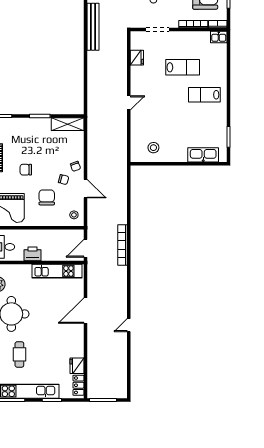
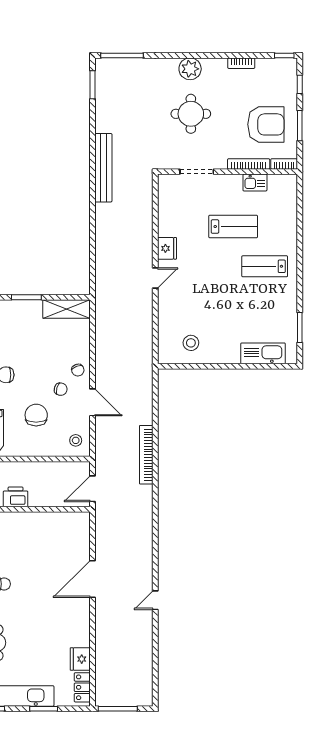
kitchen sink: (219, 37) -> (255, 183), moved
fridge: (137, 58) -> (167, 248), moved
bookcase: (123, 245) -> (146, 455), moved
kitchen unit: (57, 271) -> (51, 522), removed

